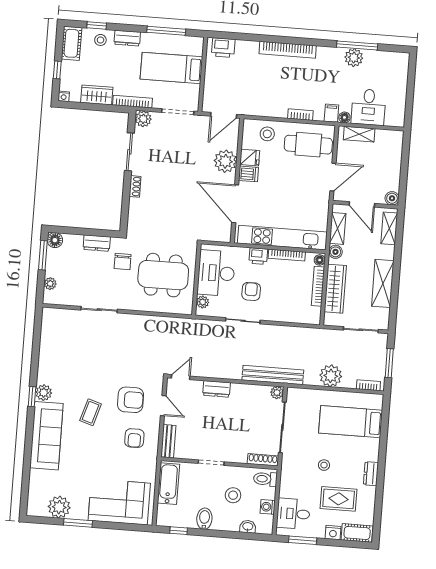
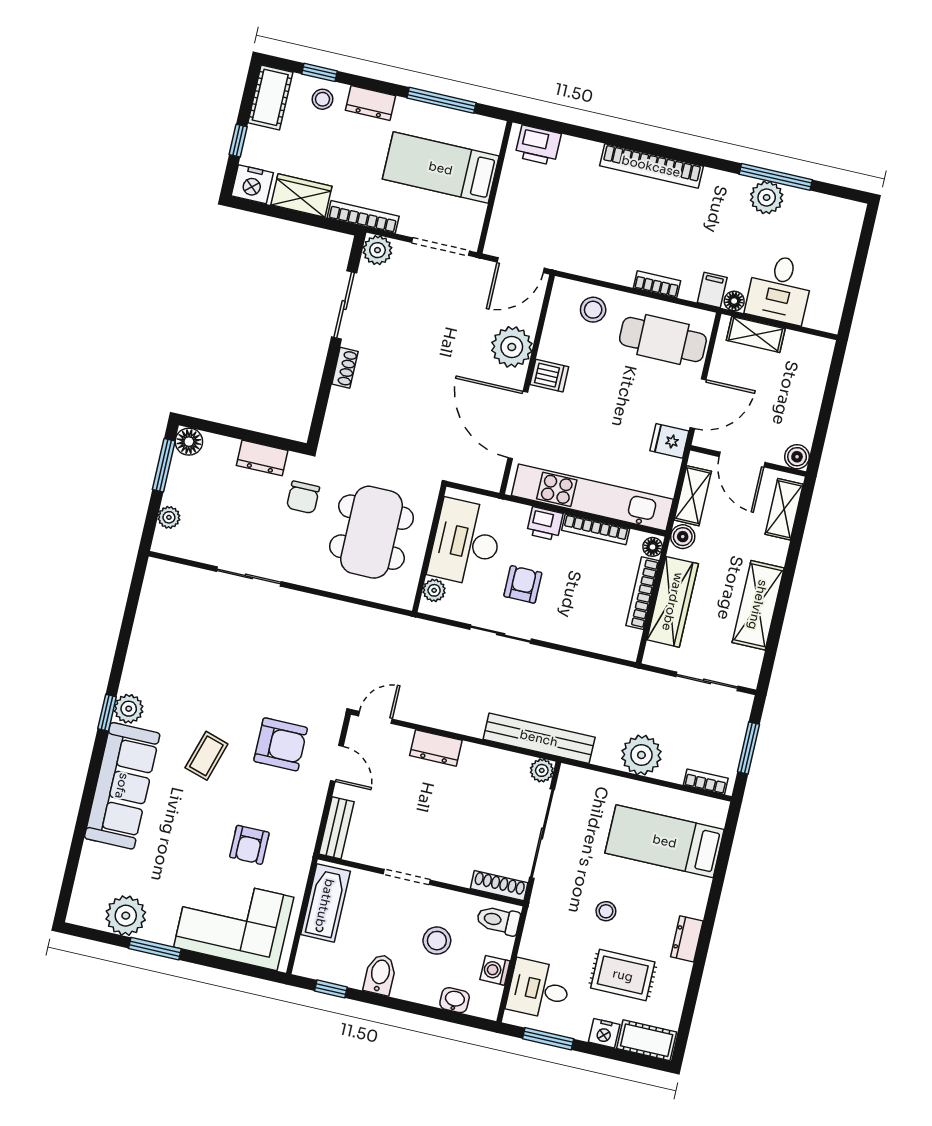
nightstand: (64, 96) -> (252, 184), width x1.89, depth x1.79
fridge: (250, 158) -> (669, 441), moved, turned 180
dining table: (163, 275) -> (372, 532), turned 90
armchair: (134, 438) -> (249, 845), moved

